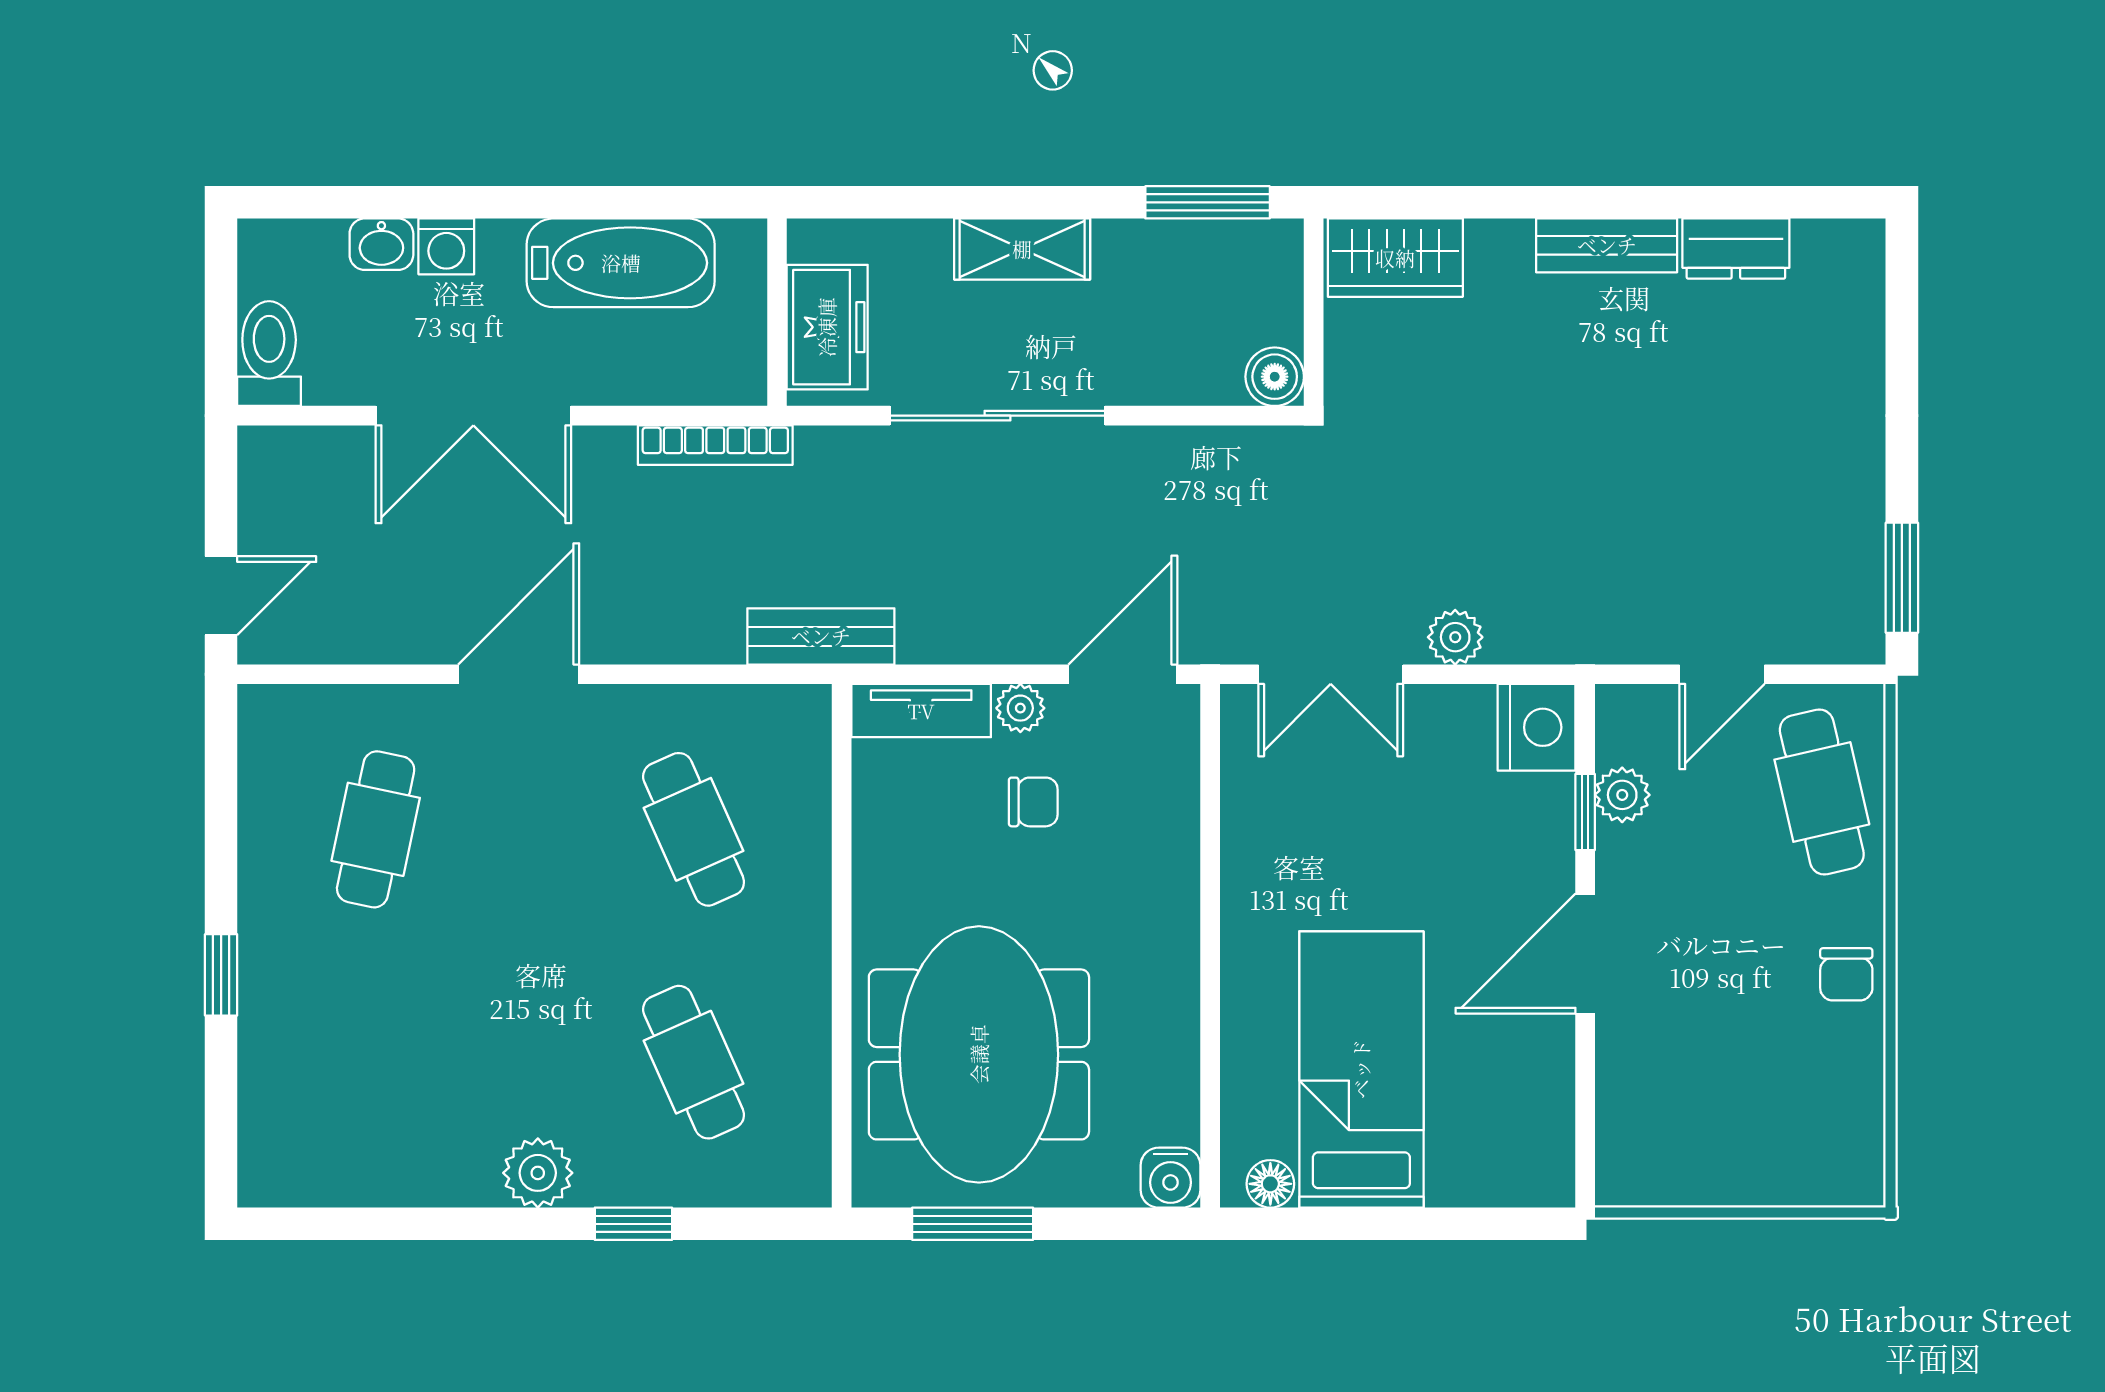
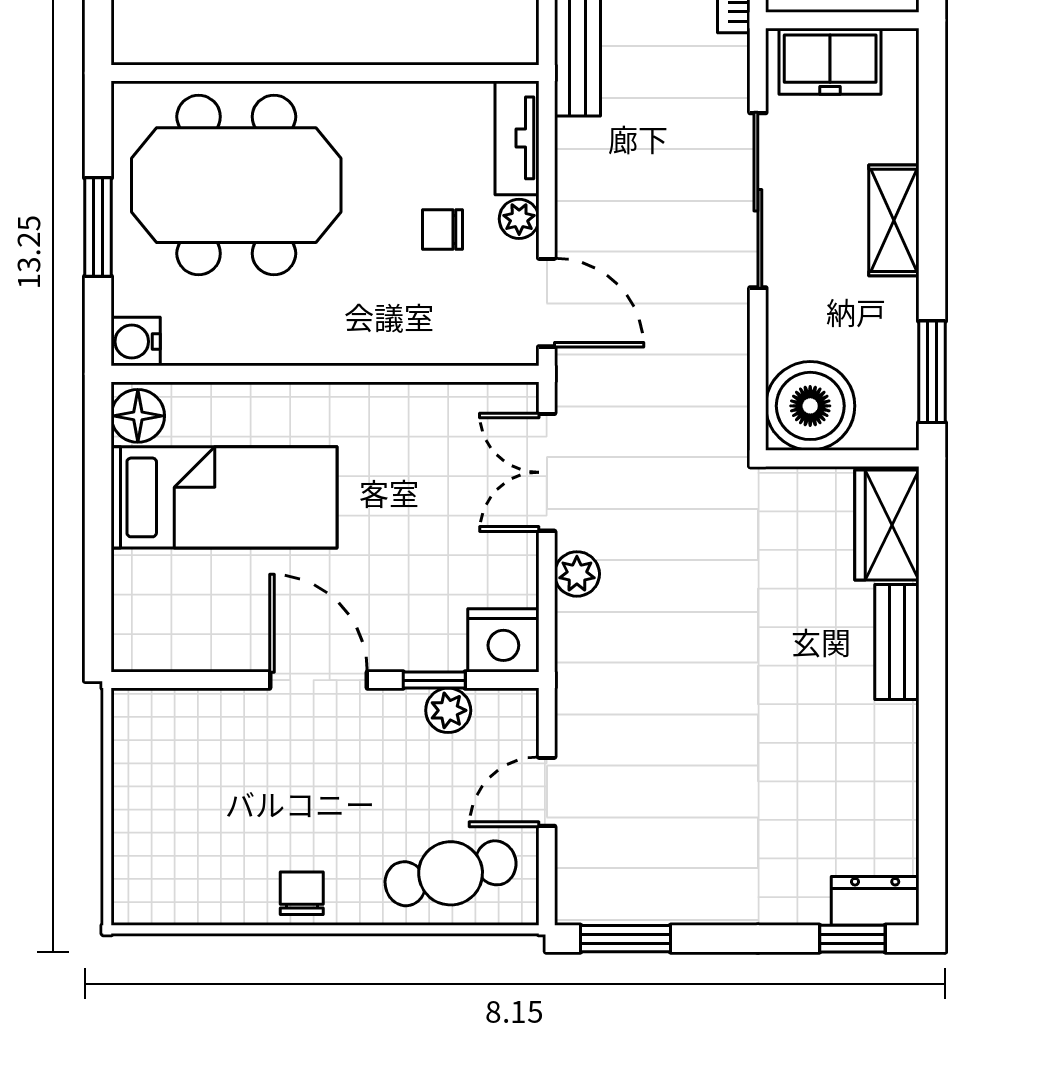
bench: (1607, 245) -> (897, 642), moved
dresser: (1736, 249) -> (875, 901), moved, turned 90
window: (1902, 300) -> (852, 939), added
boiler: (1275, 377) -> (810, 406), width x1.86, depth x1.86
door: (1722, 674) -> (547, 792), hinge flipped
chair: (1033, 802) -> (442, 229), turned 90
chair: (1846, 974) -> (302, 893), turned 90
floor lamp: (1270, 1184) -> (138, 416), width x1.37, depth x1.37
window: (973, 1224) -> (98, 227), moved

